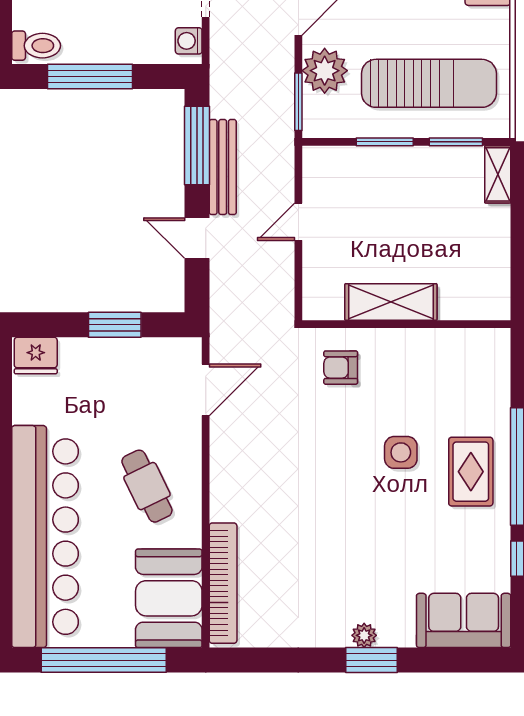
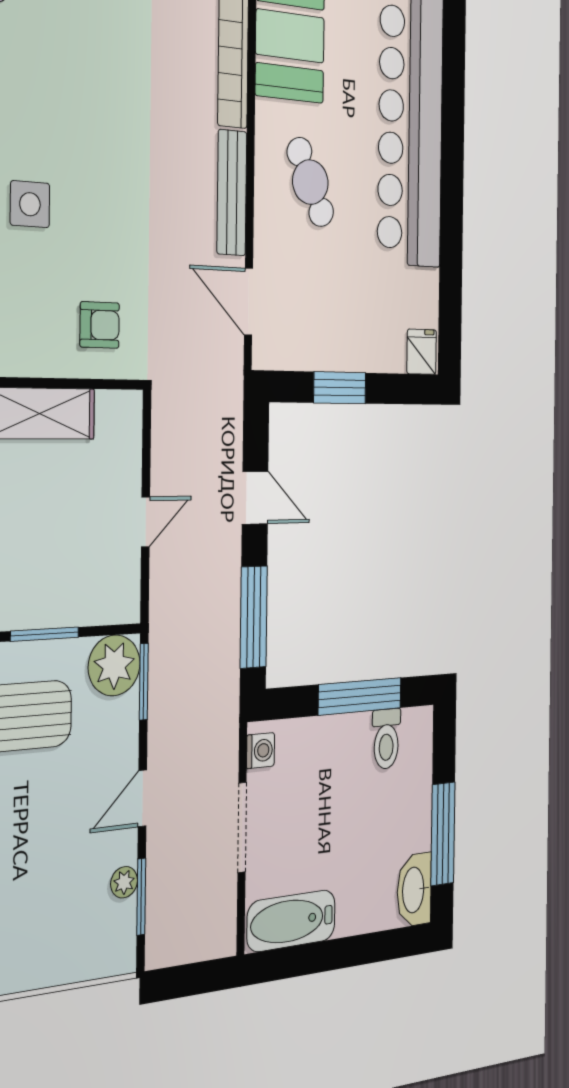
toilet: (36, 46) -> (386, 739), moved, turned -90
plant: (325, 71) -> (114, 665), moved
bench: (223, 167) -> (232, 193), moved
fridge: (36, 355) -> (422, 352), width x0.72
door: (206, 390) -> (249, 302), hinge flipped

